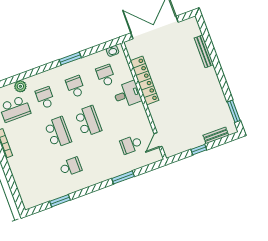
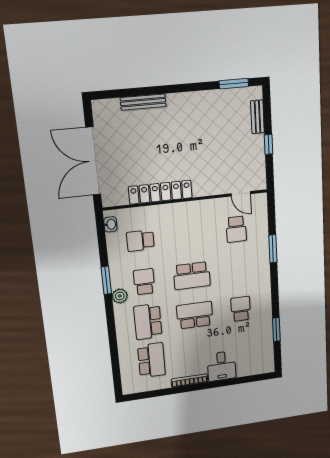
plant: (20, 86) -> (120, 296), moved
school desk: (75, 87) -> (144, 282), turned 90
desk: (127, 94) -> (222, 366), moved, turned 180
school desk: (45, 98) -> (148, 322), width x1.85
school desk: (88, 121) -> (192, 276), turned 180

